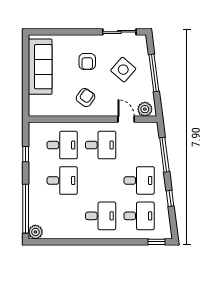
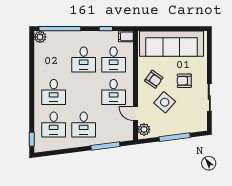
sliding door: (119, 32) -> (209, 97), moved
sofa: (40, 67) -> (171, 44), width x1.36, depth x1.27
side table: (123, 70) -> (165, 102), moved
door: (126, 119) -> (136, 114), swing flipped
filing cabinet: (35, 130) -> (126, 36), added
window: (170, 198) -> (69, 151), removed

